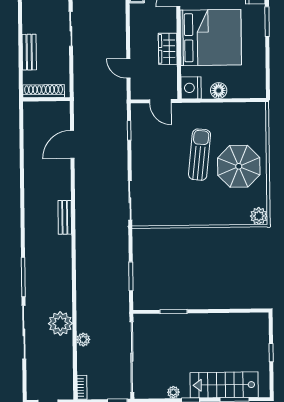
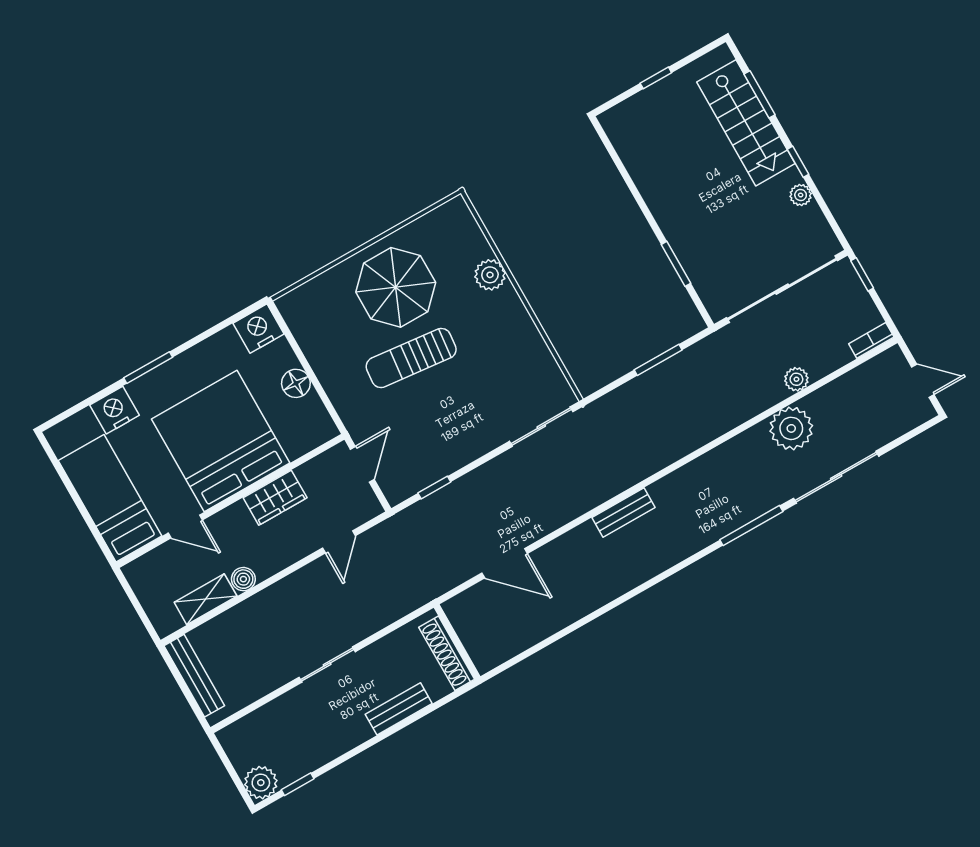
boiler: (136, 11) -> (243, 579), added
nightstand: (191, 88) -> (259, 329), moved, turned 180
plant: (259, 216) -> (490, 275), moved

